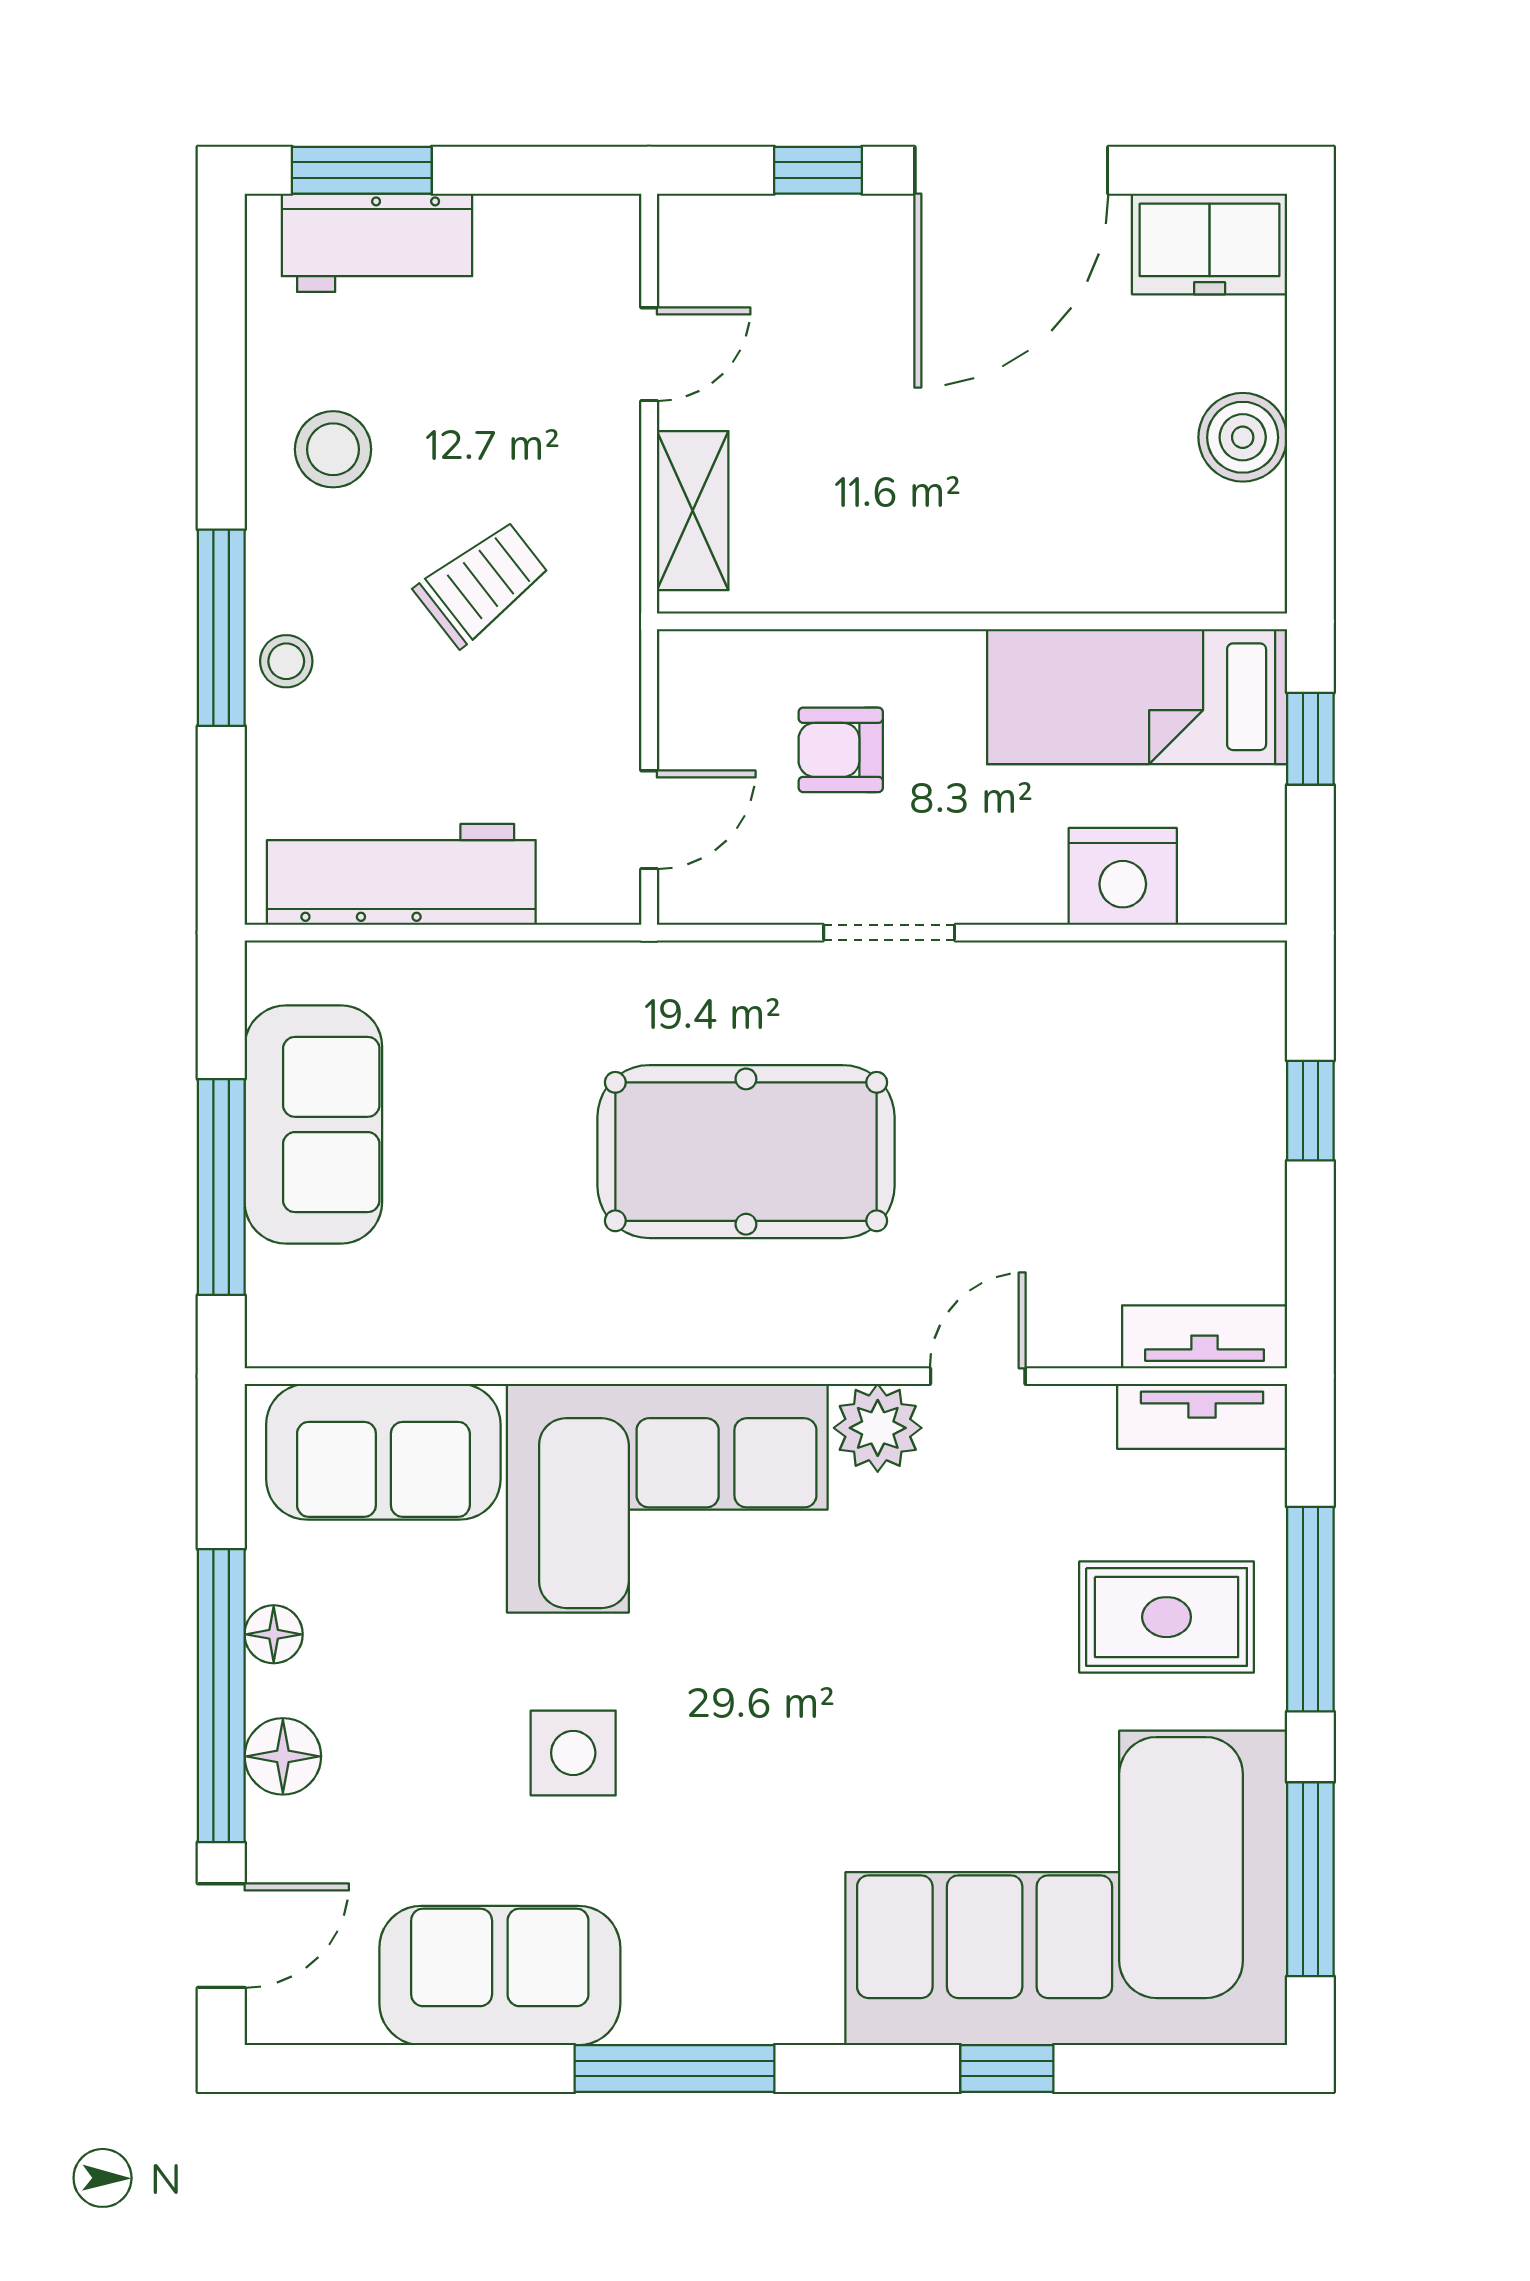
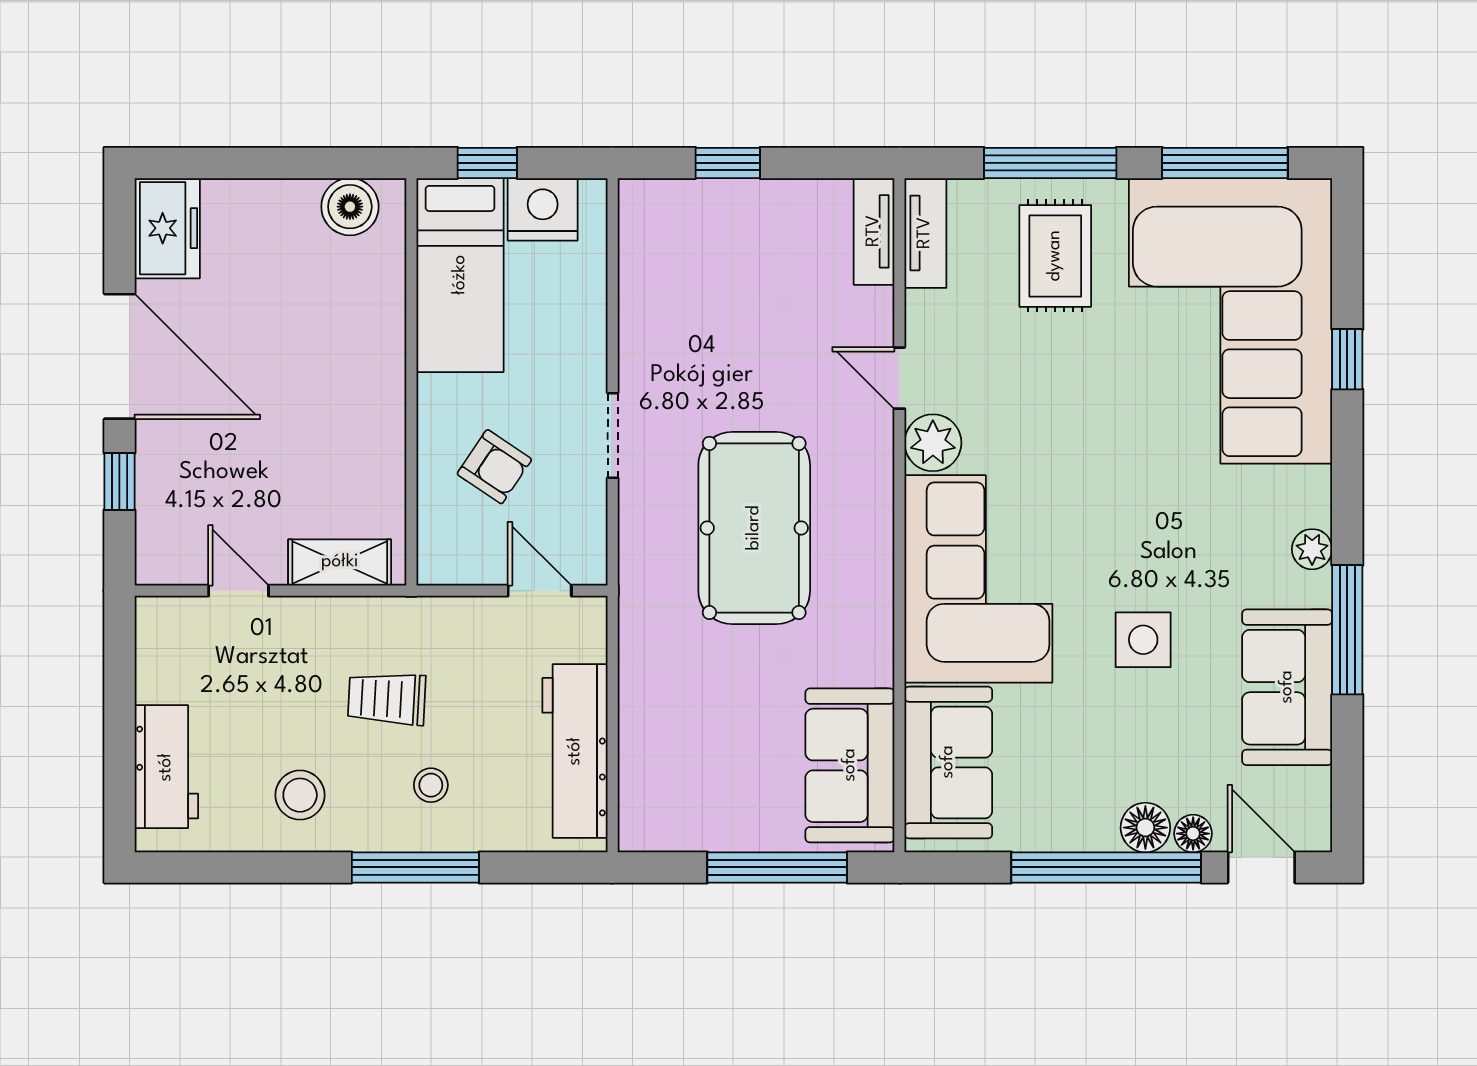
window: (362, 170) -> (119, 777), removed
boiler: (1243, 437) -> (350, 207), moved
trolley: (482, 583) -> (387, 699), turned -49
stool: (286, 661) -> (431, 785), moved
armchair: (841, 750) -> (494, 467), turned -56
nightstand: (1123, 876) -> (543, 209), moved, turned -90
sofa: (313, 1124) -> (850, 765), moved, turned -90
floor lamp: (274, 1634) -> (1193, 834), moved
plant: (713, 2014) -> (1312, 549), added
window: (674, 2069) -> (1347, 630), moved

